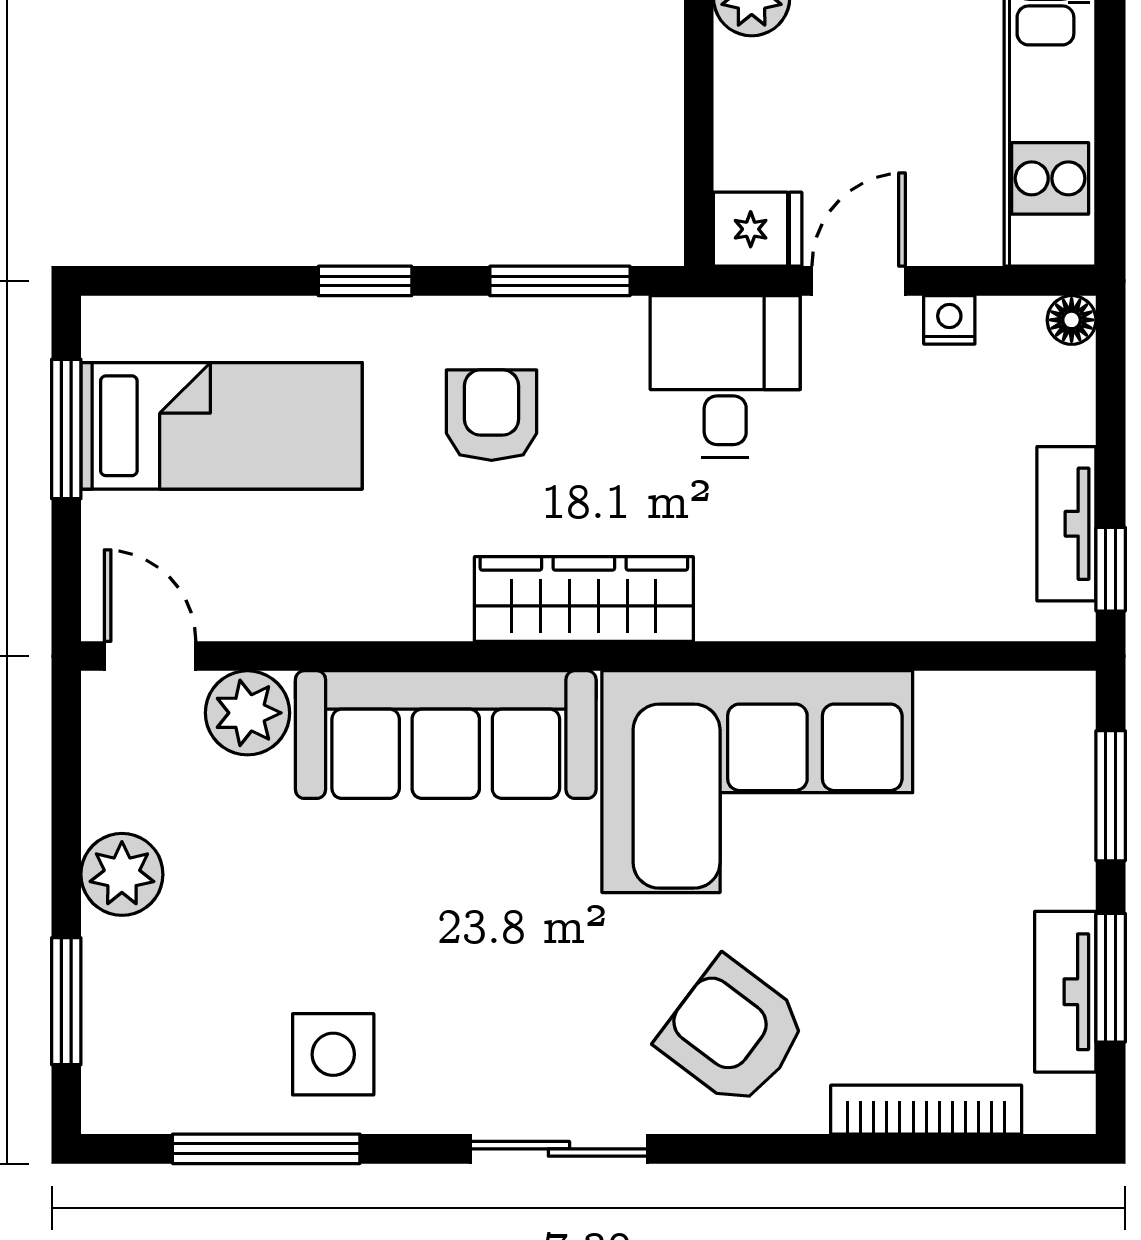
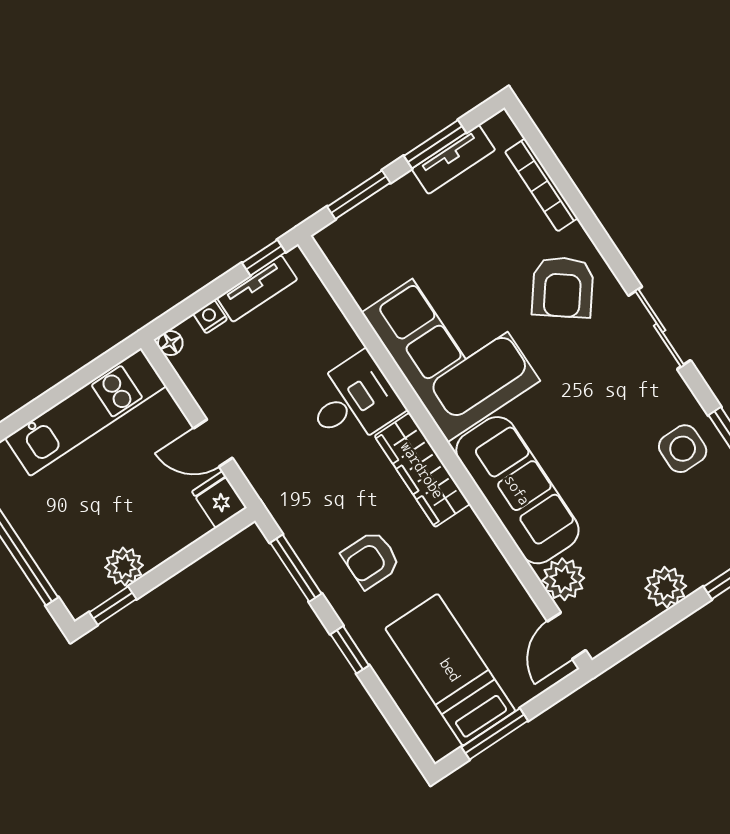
nightstand: (949, 320) -> (210, 317), moved, turned 90
desk: (725, 377) -> (353, 401), moved, turned 180

